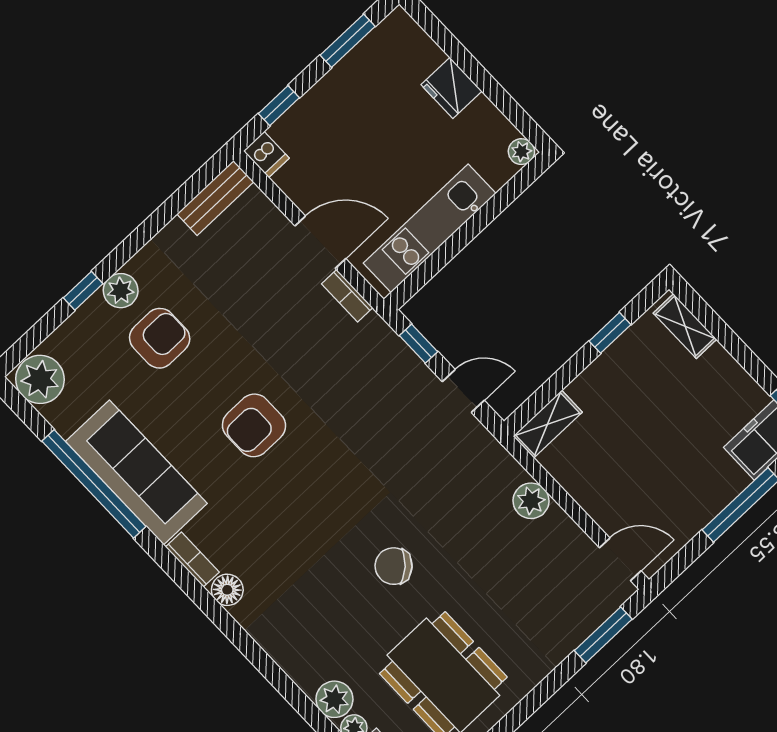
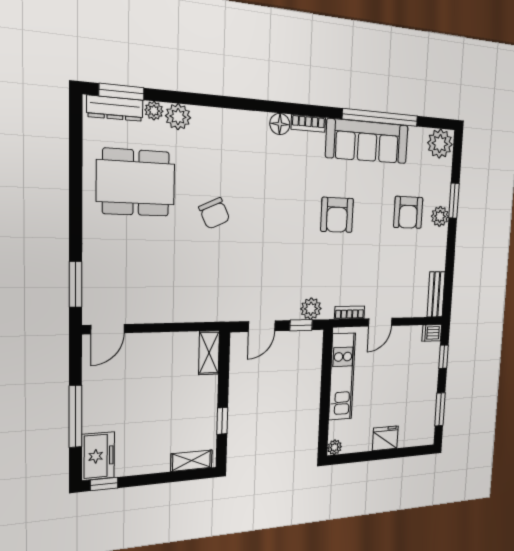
door: (320, 242) -> (380, 322), width x0.73
window: (83, 291) -> (454, 201), width x1.50
armchair: (254, 425) -> (337, 215), turned 180
plant: (531, 501) -> (311, 309), moved
chair: (394, 566) -> (214, 213), turned 109

